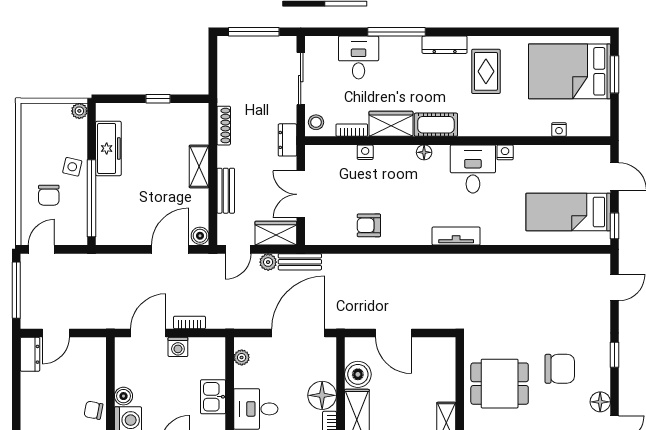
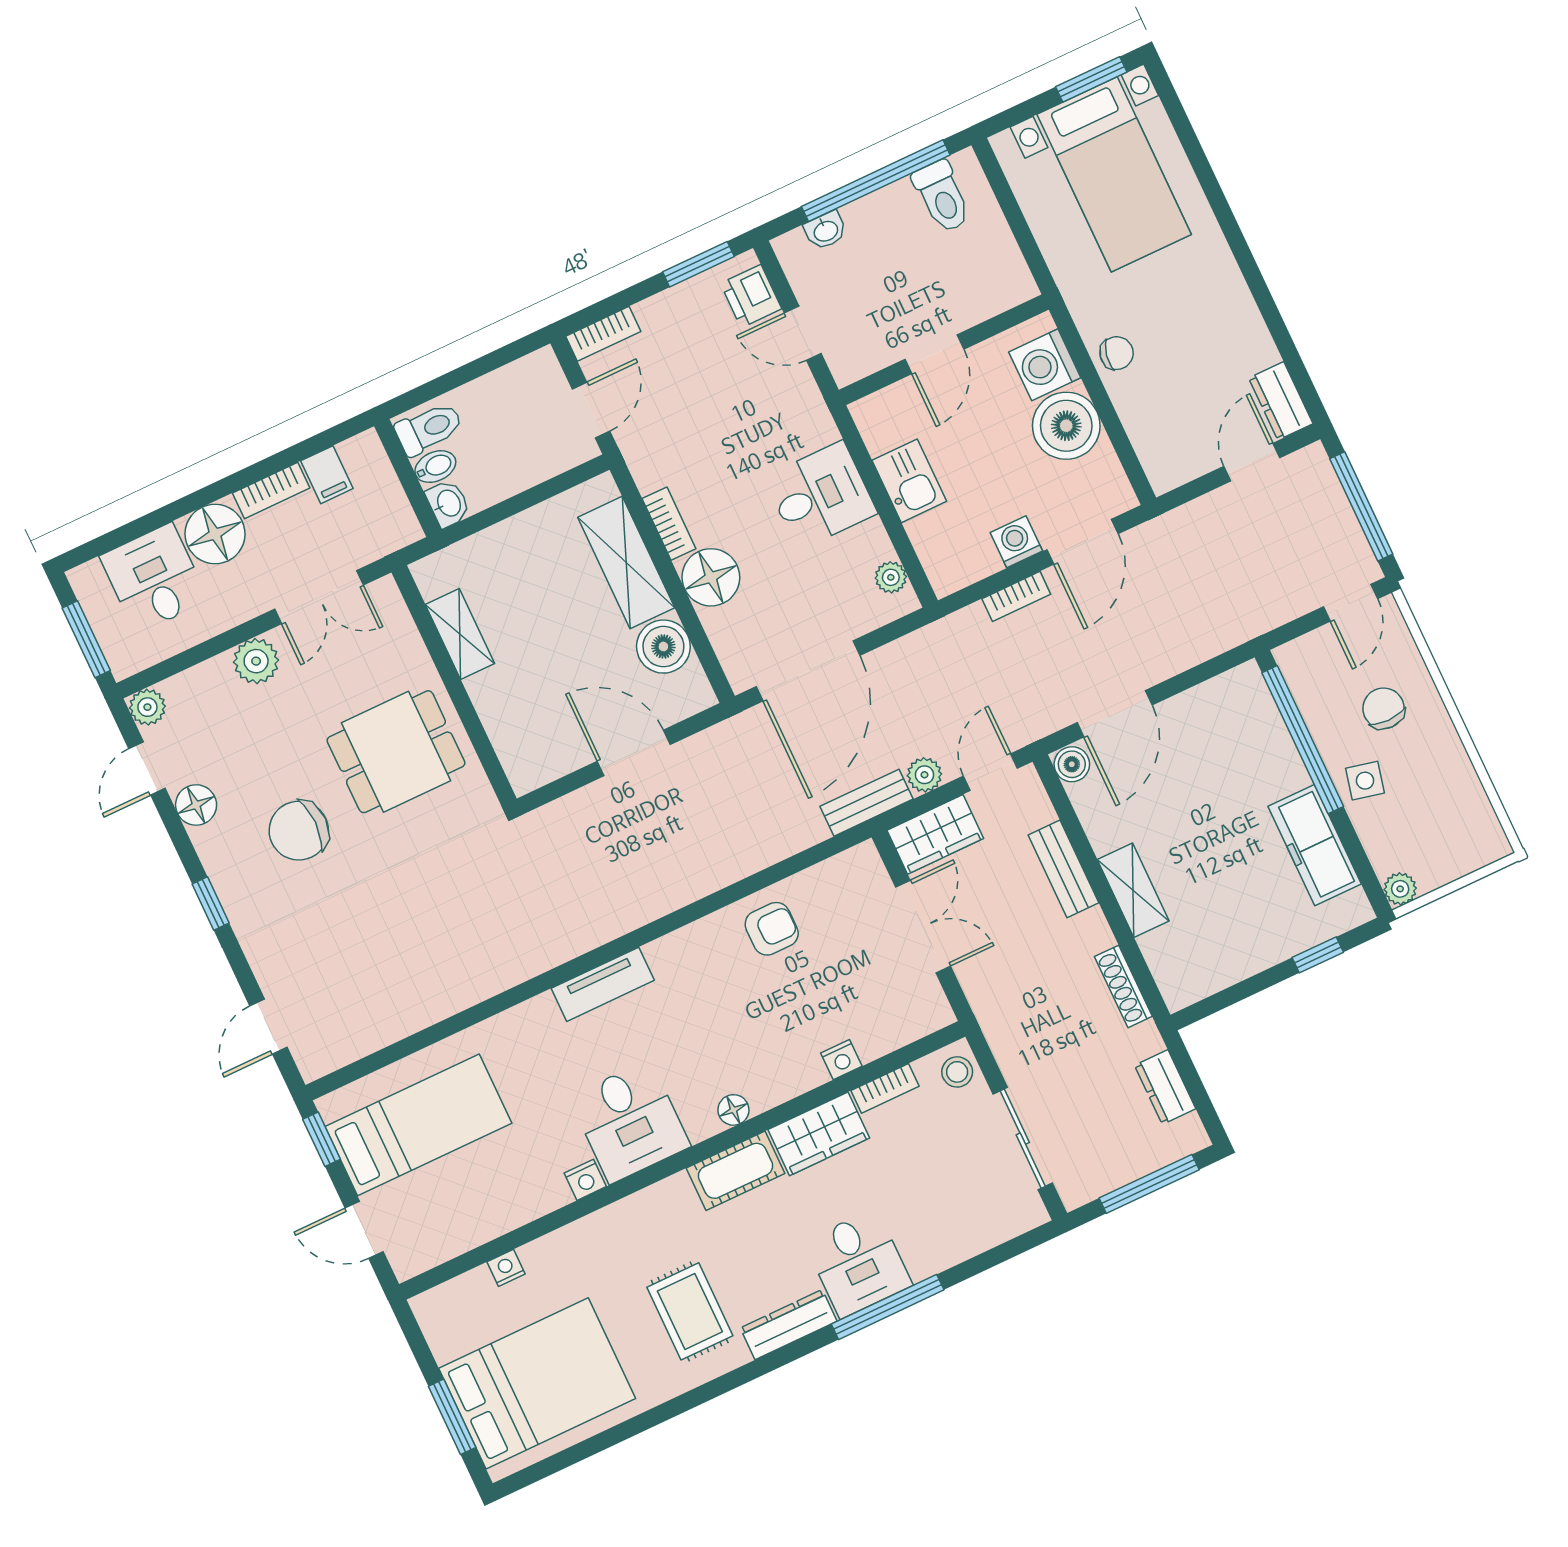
desk: (359, 58) -> (858, 1263), moved
window: (158, 99) -> (1318, 955), moved
dresser: (287, 140) -> (1165, 1087), moved, turned 180
boiler: (123, 396) -> (1066, 426), width x1.86, depth x1.86

